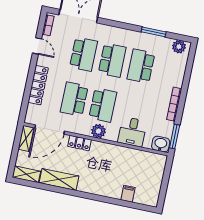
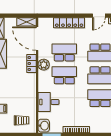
school desk: (103, 105) -> (64, 75), turned 180
plant: (98, 131) -> (44, 65), moved
trolley: (148, 170) -> (22, 120), added

